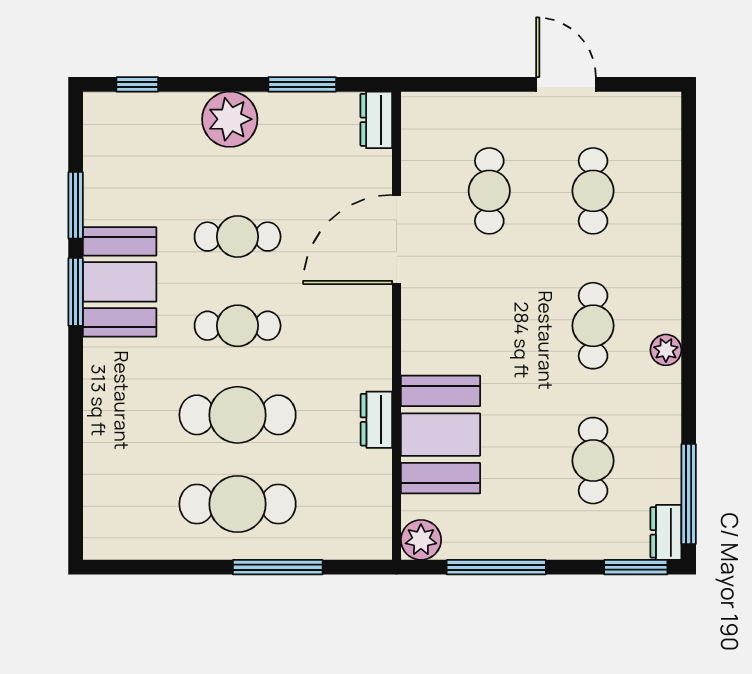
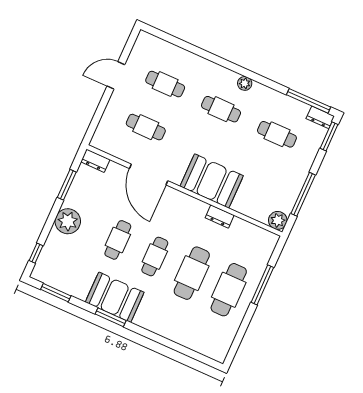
window: (76, 205) -> (56, 293), moved
booth: (440, 435) -> (212, 181), moved

